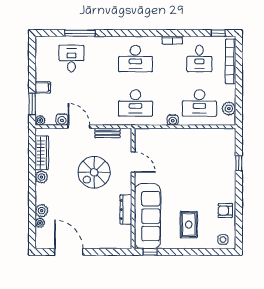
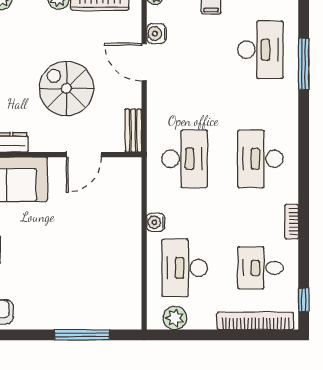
desk: (71, 58) -> (260, 50), width x1.37
desk: (135, 103) -> (185, 159), turned 180
door: (79, 127) -> (144, 62), swing flipped
bench: (108, 133) -> (133, 131), moved
window: (239, 163) -> (82, 335), width x2.17

